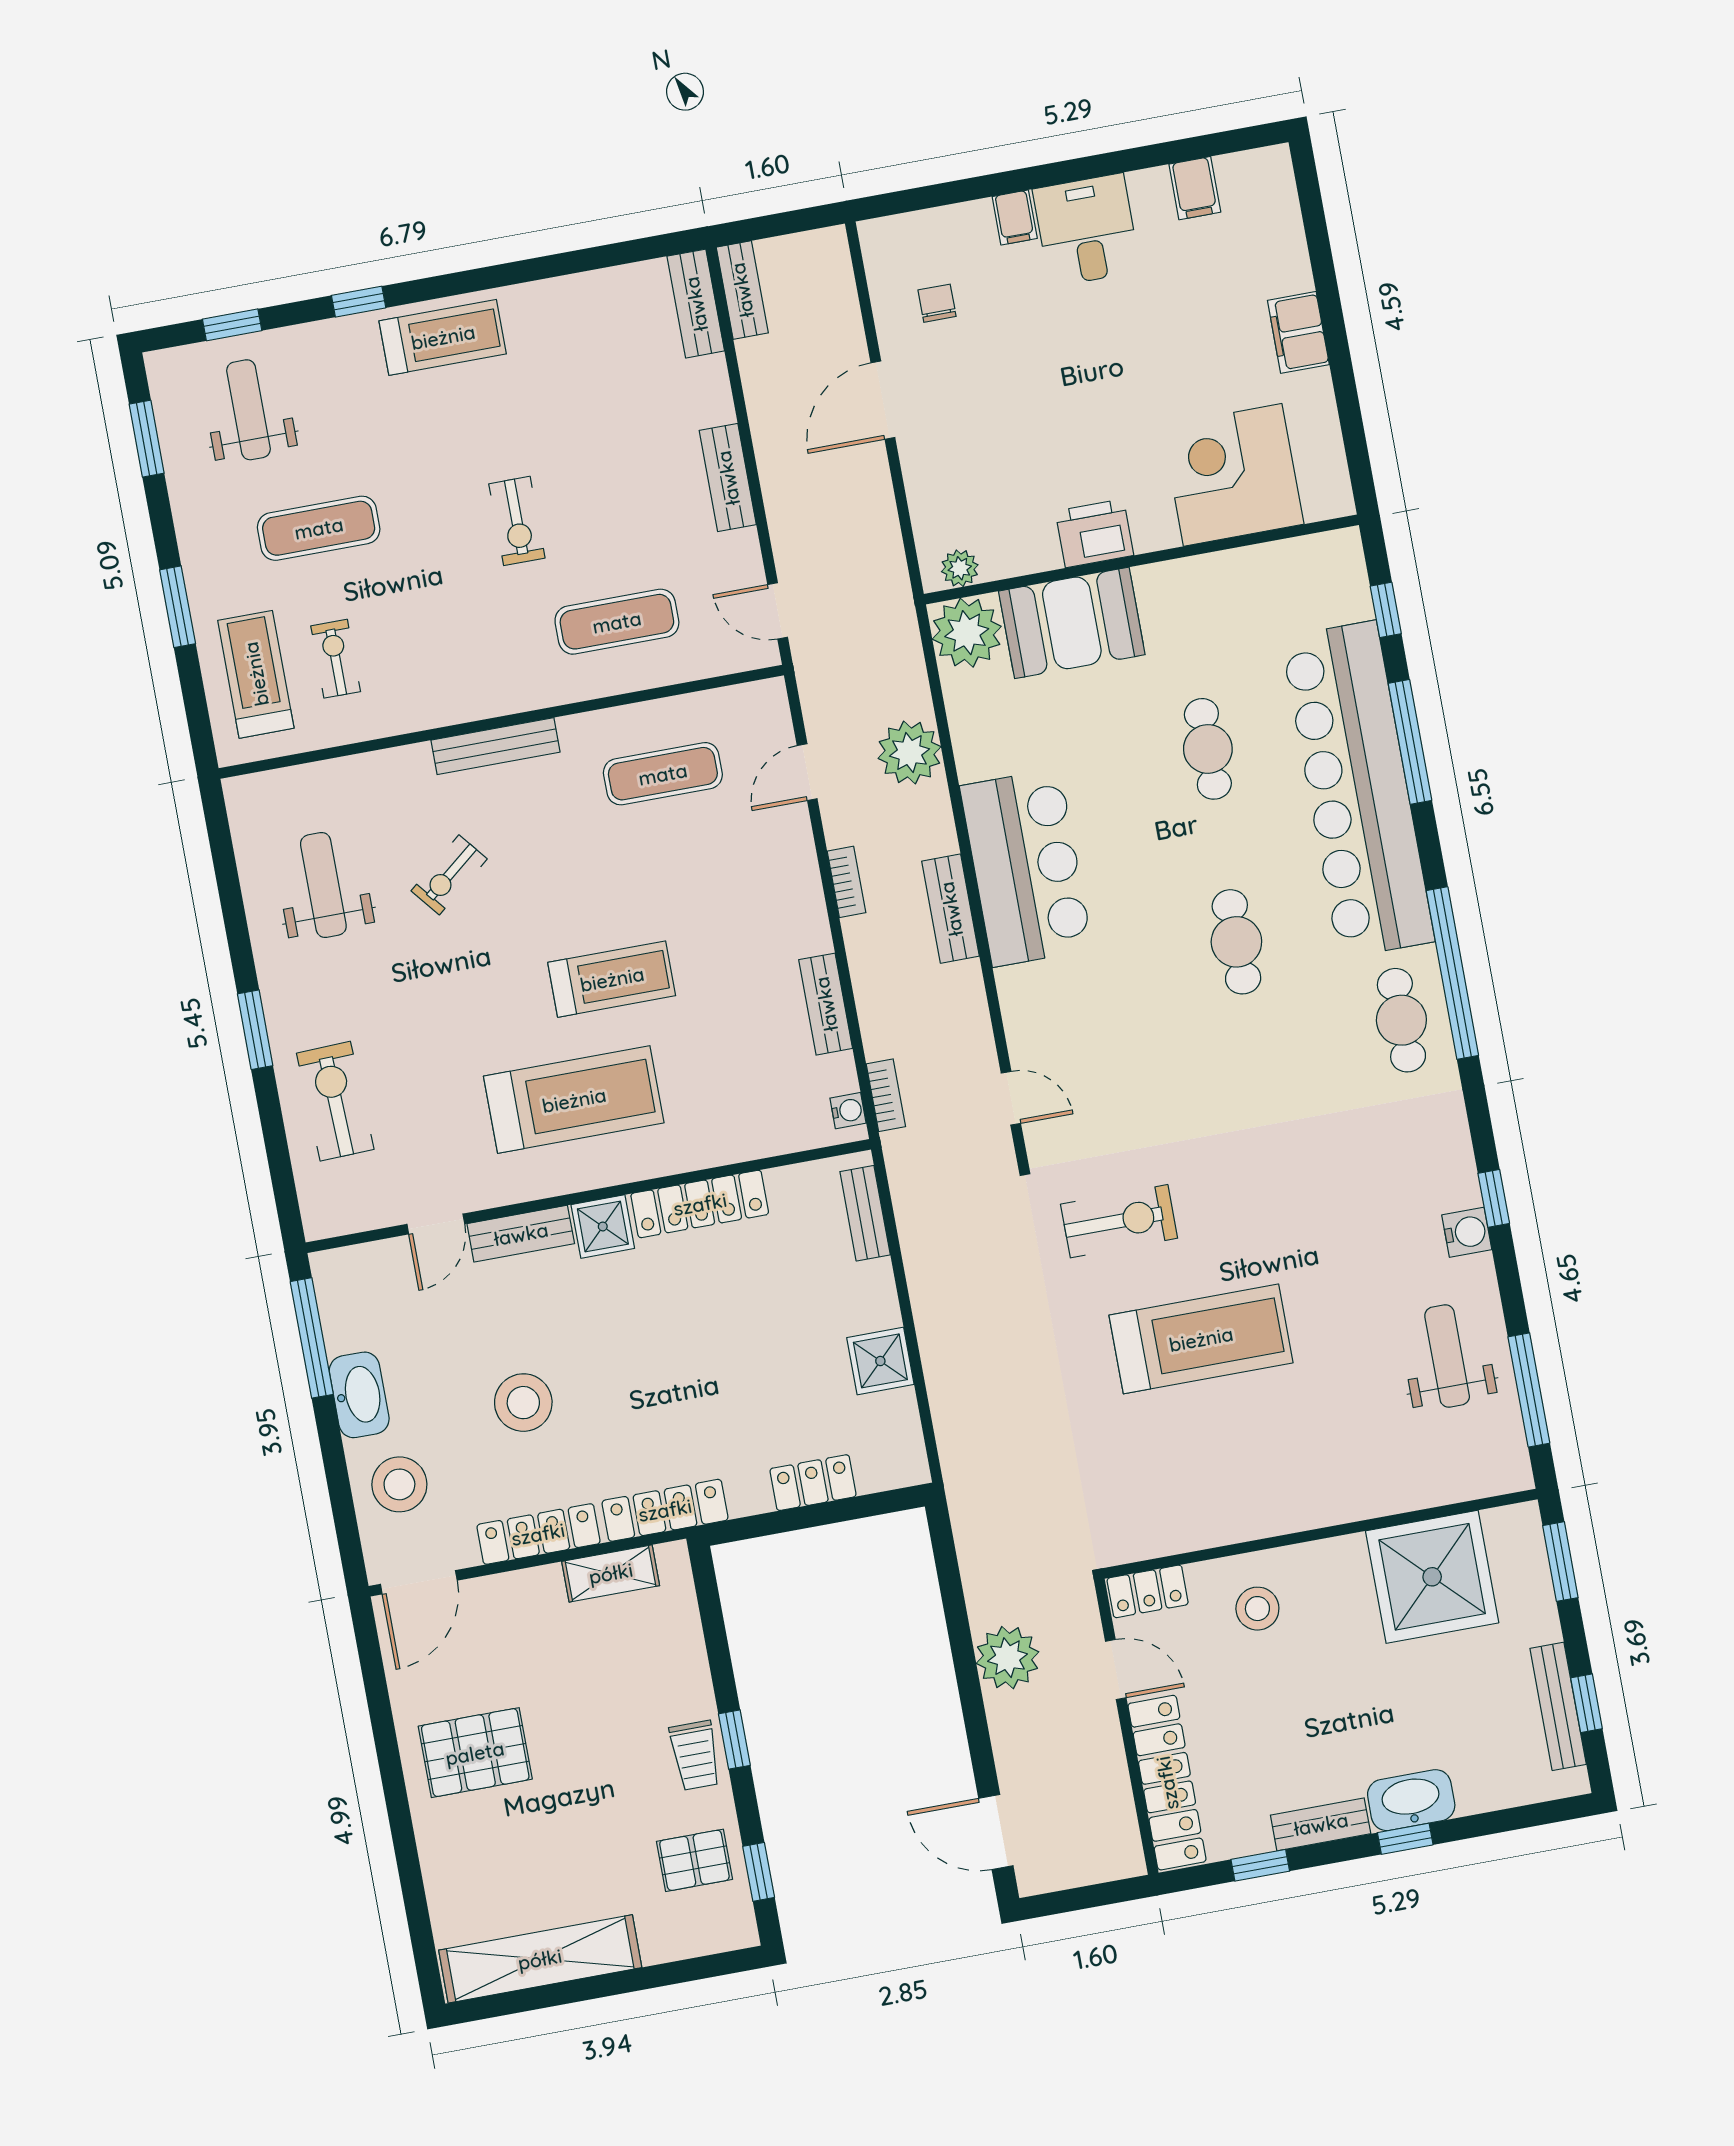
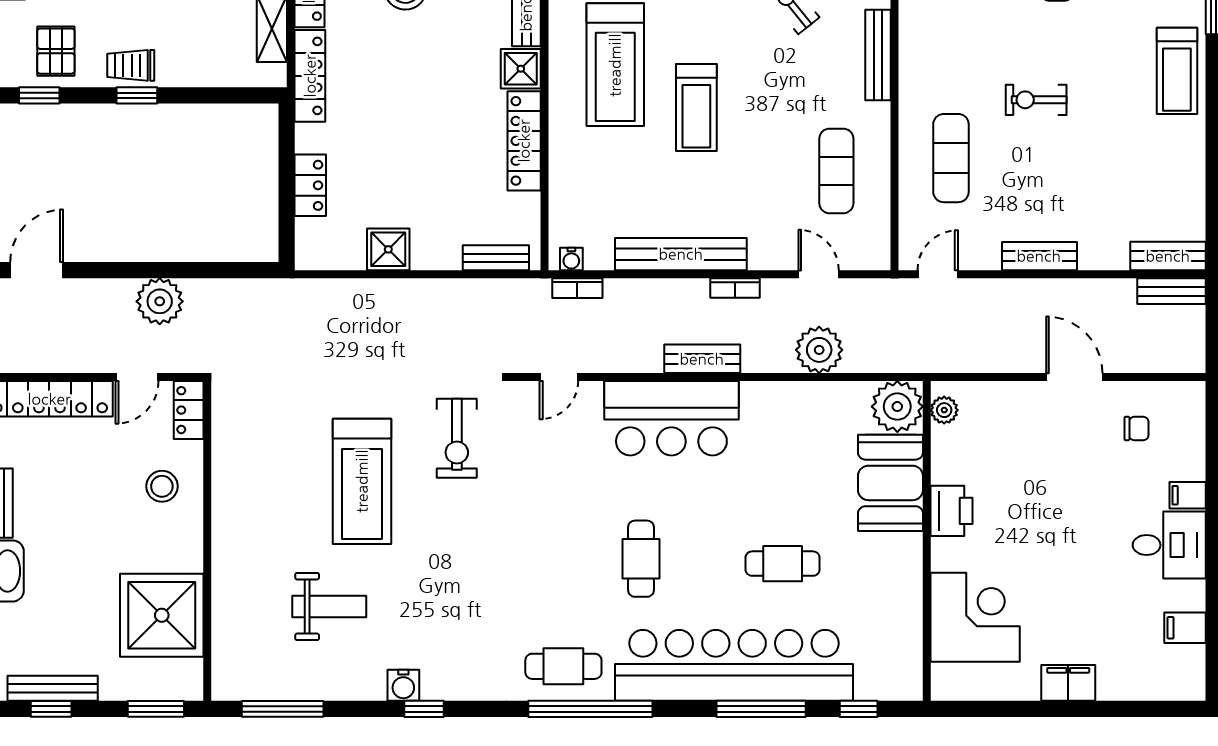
bar counter: (1026, 868) -> (671, 418), moved
cafe table: (1236, 942) -> (641, 559), turned 90
bench: (826, 1004) -> (681, 254), width x1.86, depth x1.21
weight bench: (1447, 1356) -> (329, 607), moved

